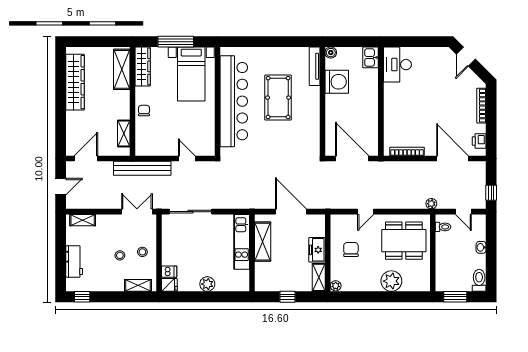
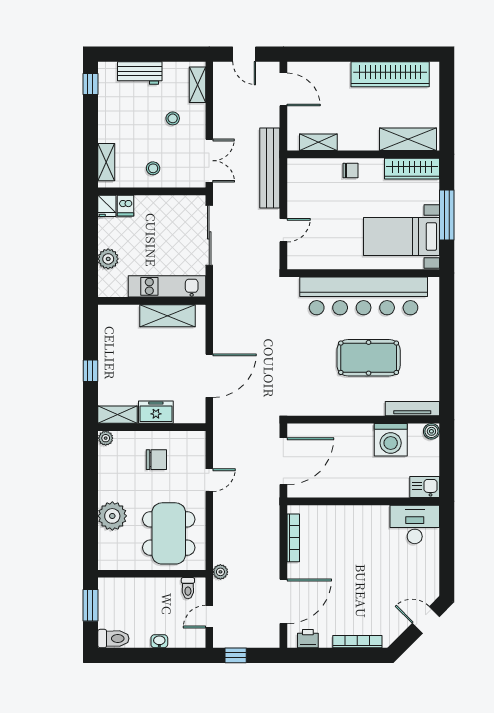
door: (366, 212) -> (209, 480), swing flipped
kitchen unit: (242, 242) -> (167, 286), moved
shelving: (263, 242) -> (167, 316), moved
wall: (252, 253) -> (152, 301), moved
stool: (120, 255) -> (173, 118), moved

